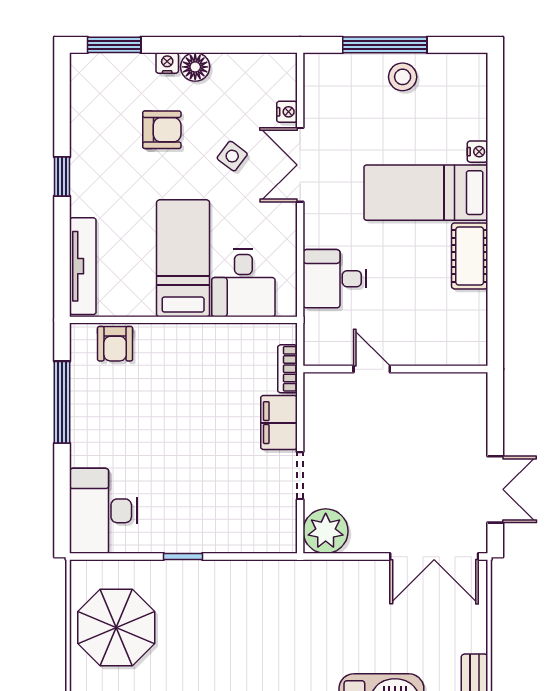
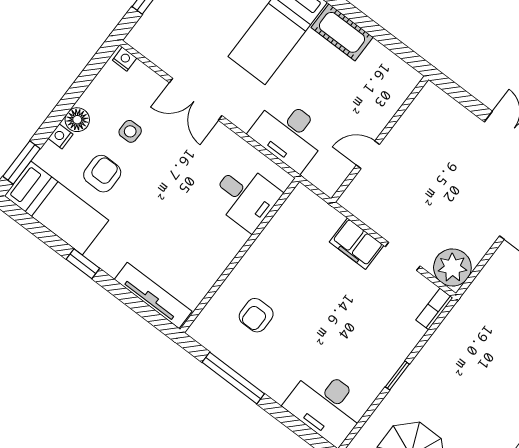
nightstand: (287, 112) -> (125, 59), moved
side table: (232, 156) -> (130, 131), moved, turned -37
bed: (183, 258) -> (56, 208), moved, turned 180
desk: (335, 279) -> (289, 134), width x1.37
armchair: (115, 344) -> (256, 315), moved, turned 90
bookcase: (287, 369) -> (434, 309), moved, turned 90

